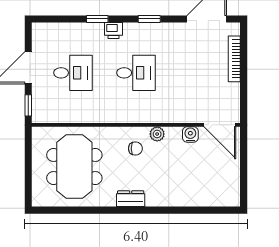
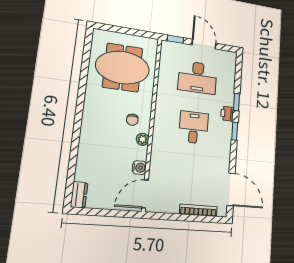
window: (149, 19) -> (235, 131), moved
desk: (73, 73) -> (198, 78), width x1.37
desk: (136, 73) -> (194, 127), turned 180
dresser: (131, 199) -> (79, 195), moved

